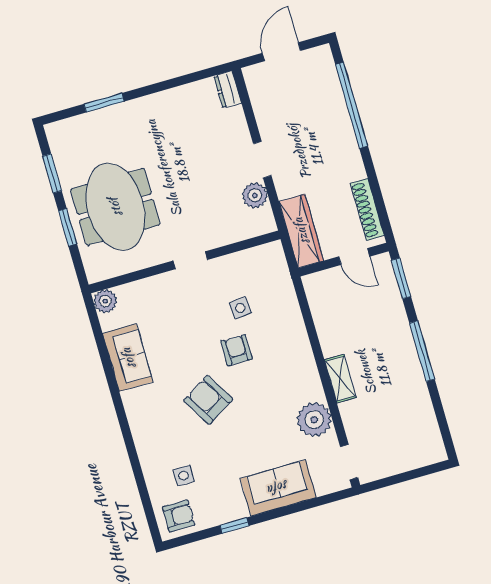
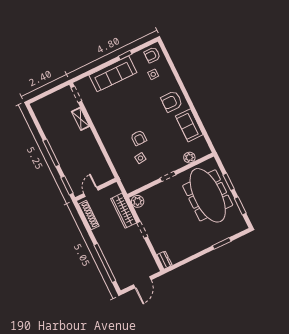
plant: (255, 195) -> (138, 201), moved
meeting table: (115, 207) -> (208, 195), width x1.36
wardrobe: (301, 231) -> (124, 211), moved
door: (354, 257) -> (91, 192), hinge flipped
plant: (105, 301) -> (189, 158), moved
shelving: (340, 379) -> (81, 119), moved
armchair: (208, 400) -> (172, 101), moved, turned 121
plant: (314, 420) -> (96, 112), removed
sofa: (278, 488) -> (113, 74), width x1.36

